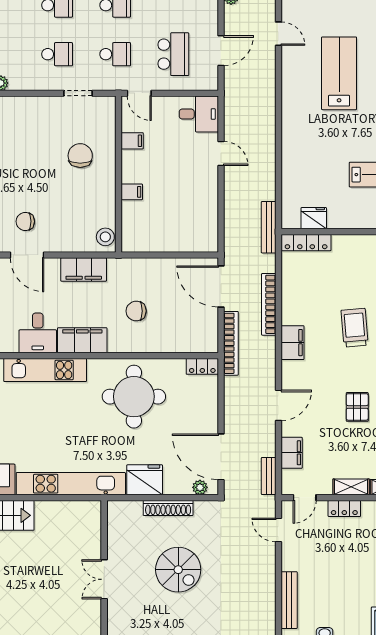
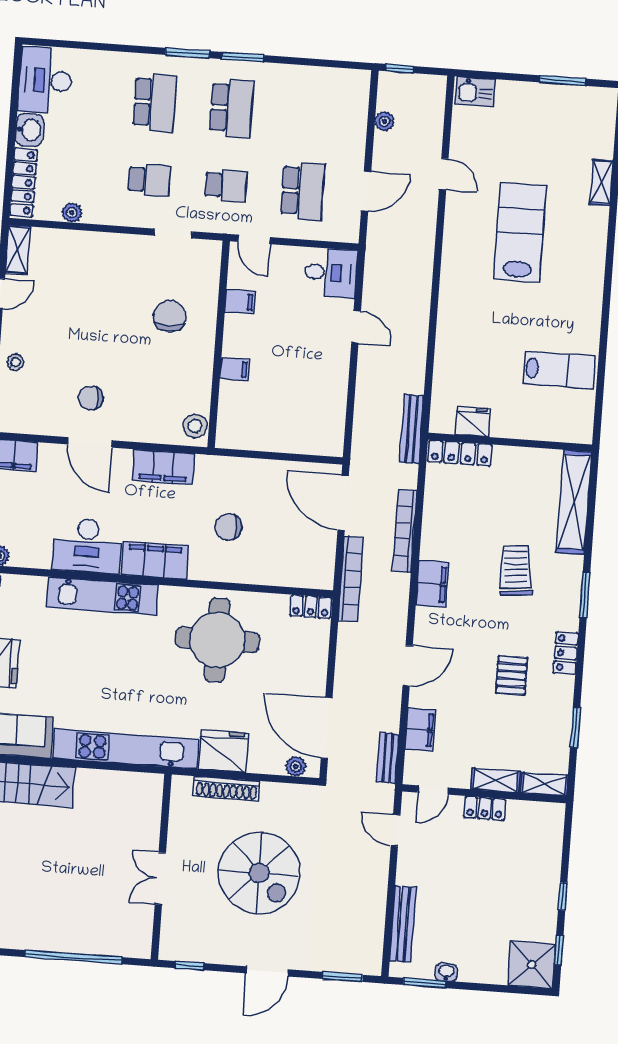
desk: (38, 333) -> (87, 546), width x1.37
shoe rack: (168, 508) -> (226, 789), moved
spiral stairs: (178, 570) -> (259, 873), width x1.37, depth x1.37

